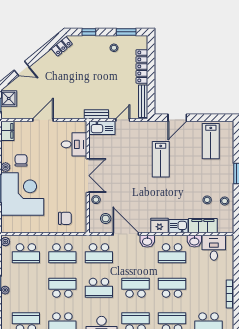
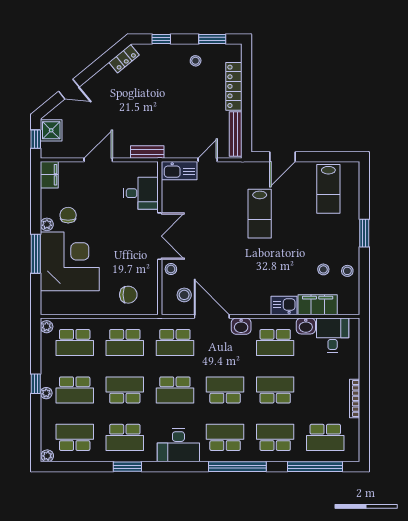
bench: (96, 114) -> (147, 152), moved
fridge: (159, 226) -> (258, 305), removed
school desk: (26, 288) -> (75, 390), added

